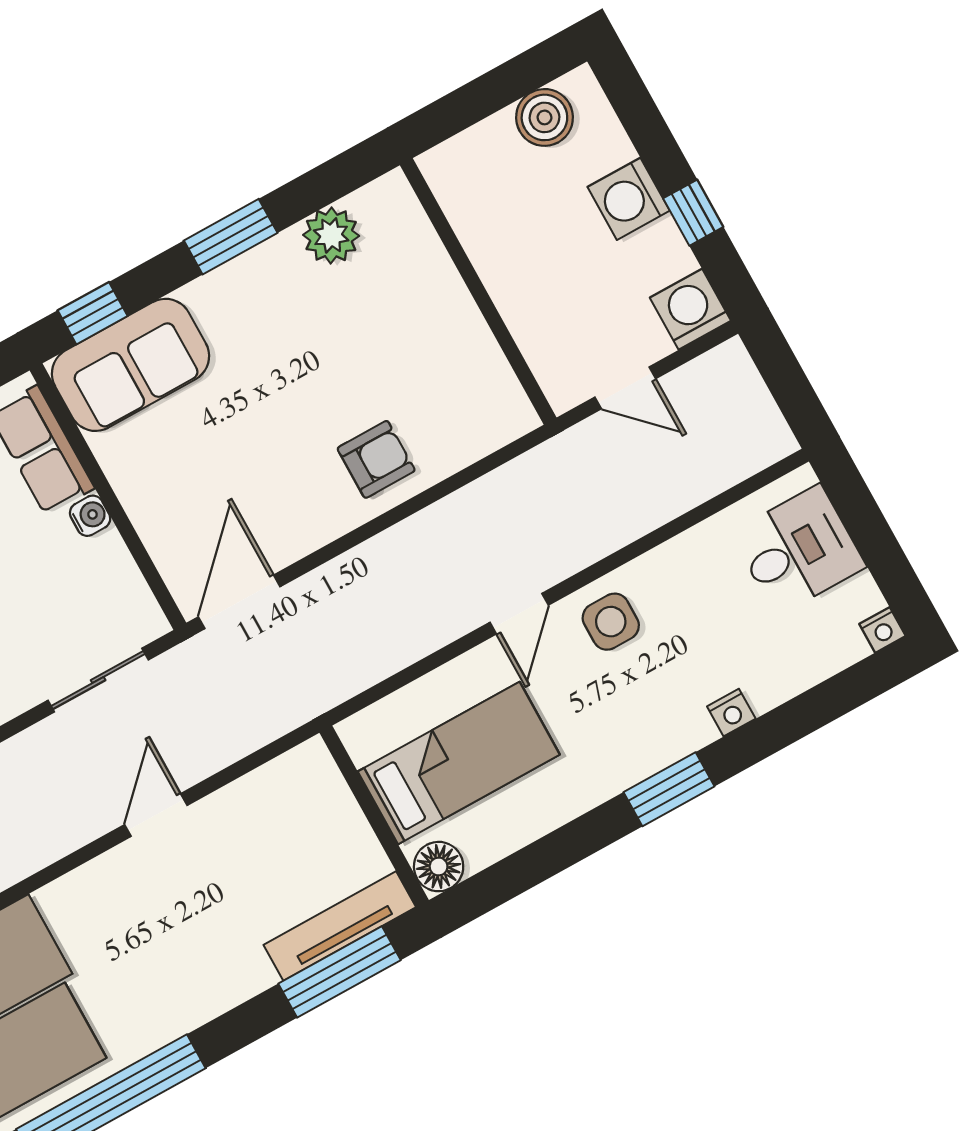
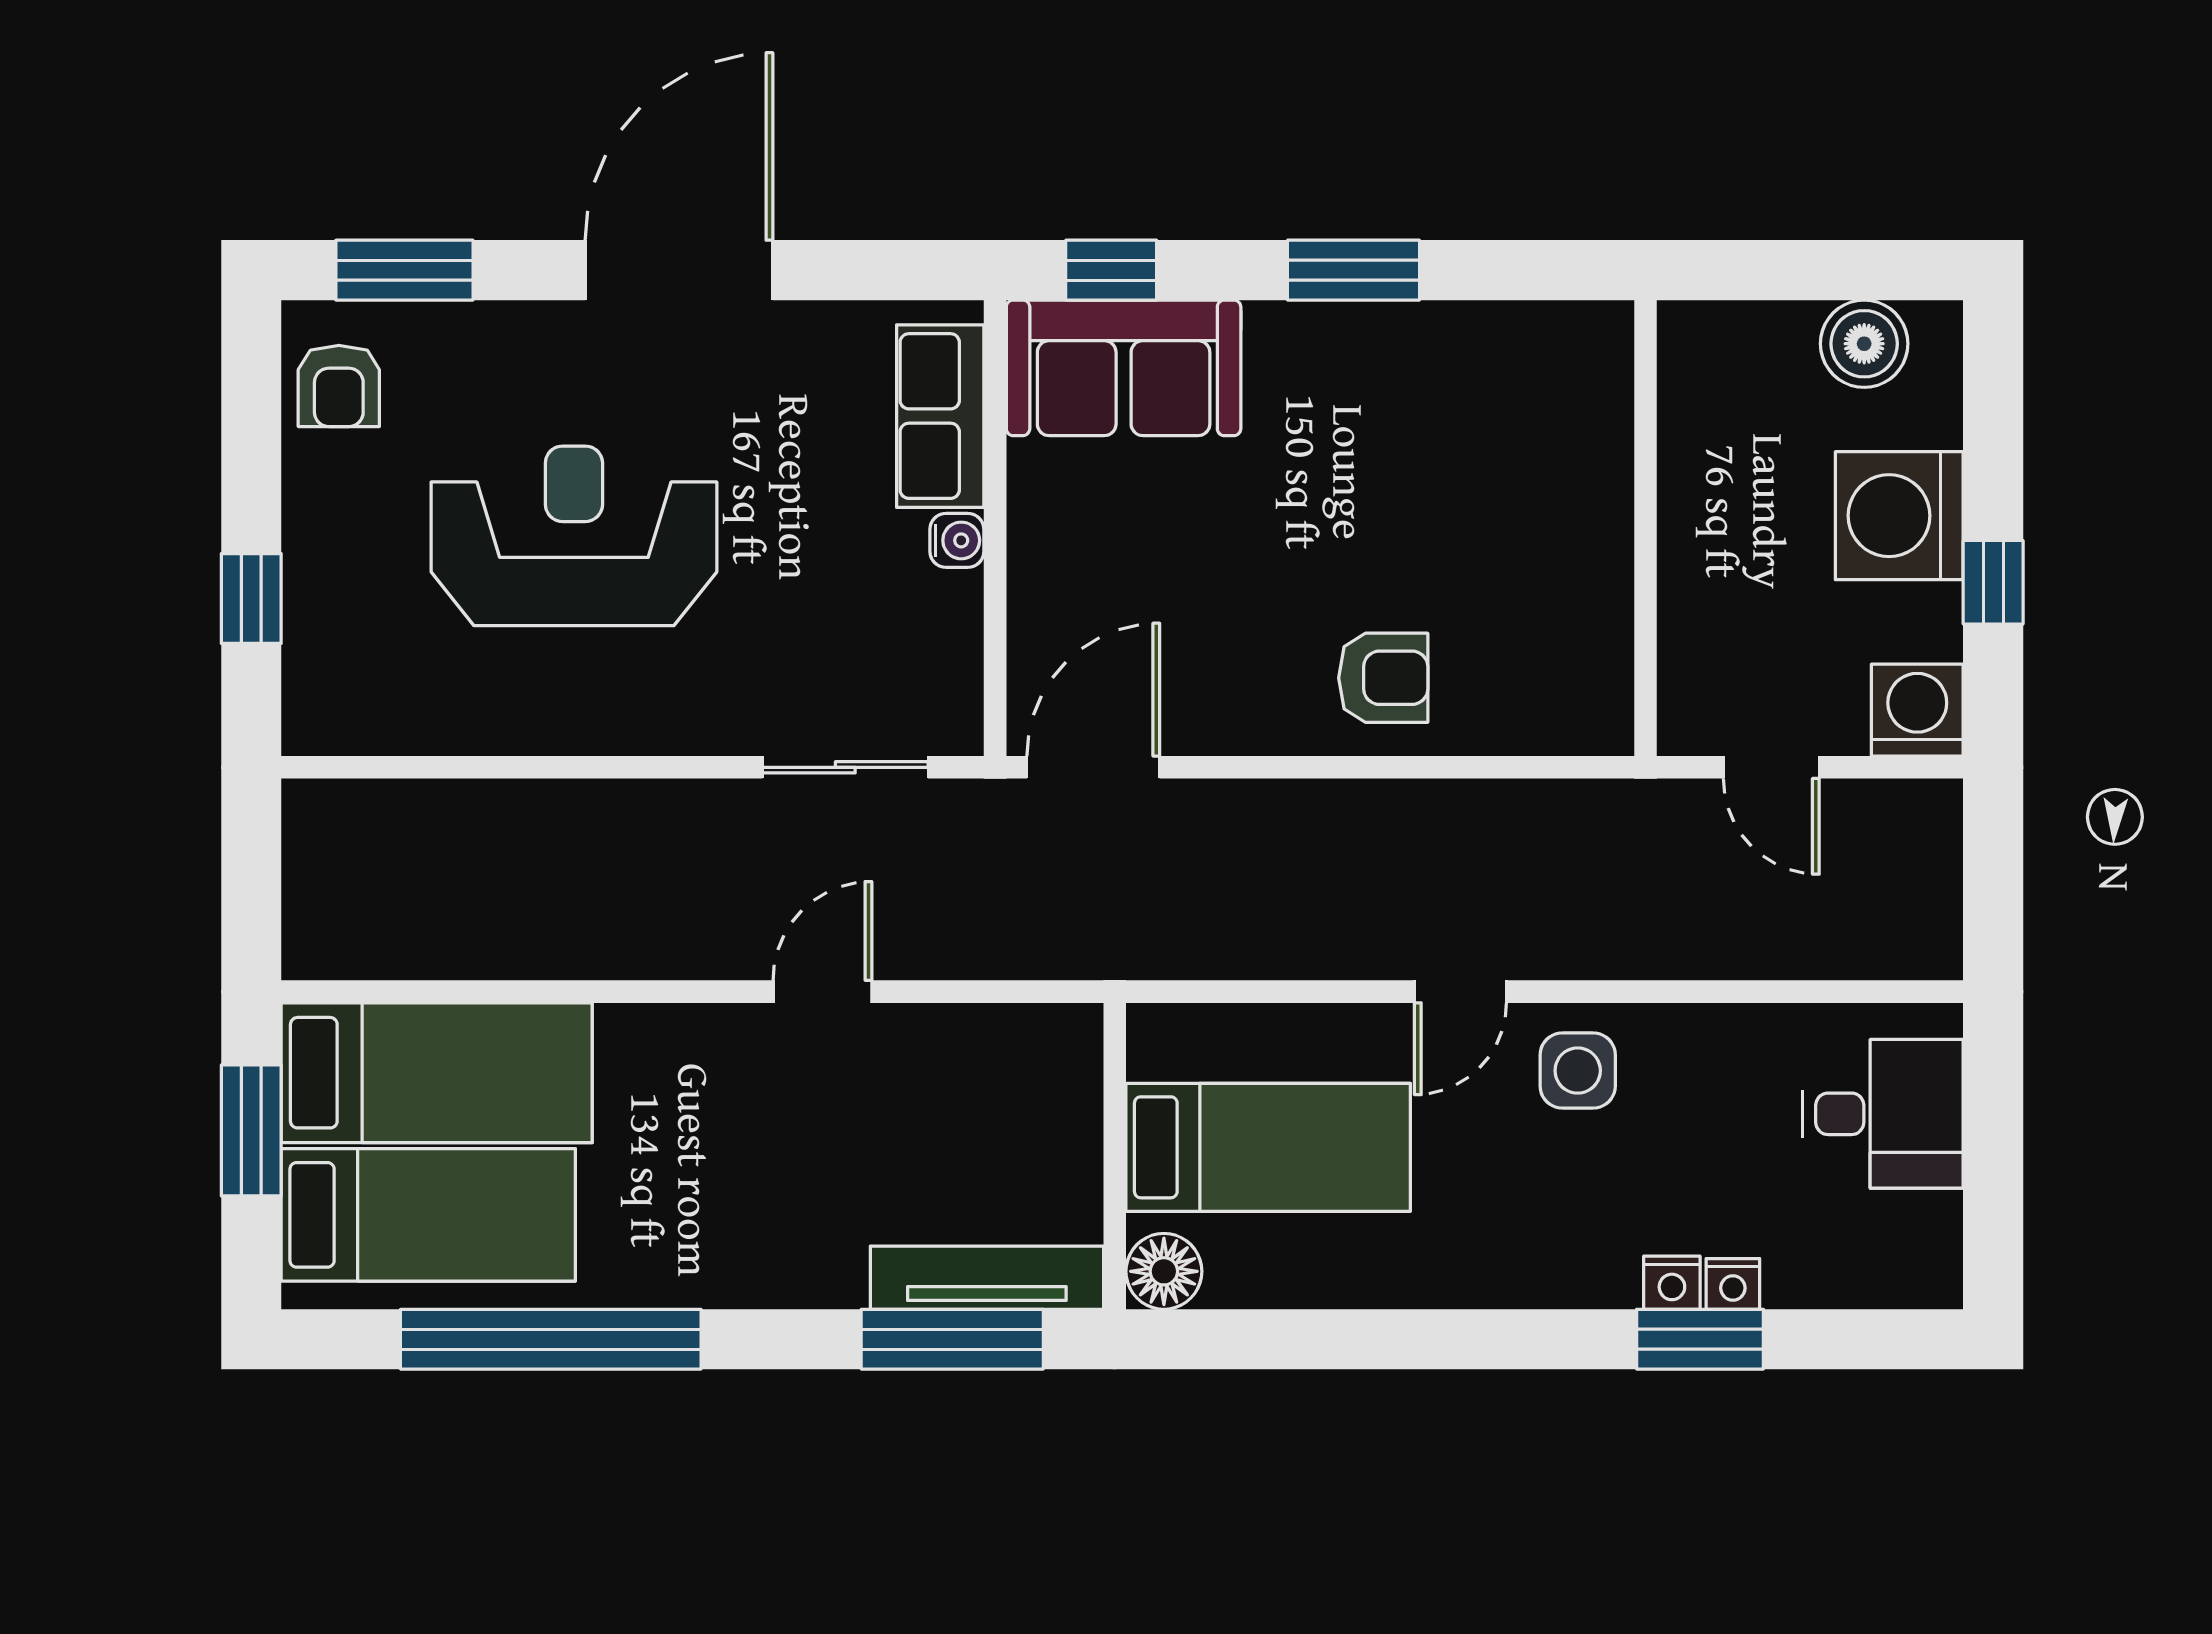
washing machine: (629, 199) -> (1899, 516), width x1.37, depth x1.37
plant: (331, 235) -> (1490, 343), removed
nightstand: (882, 630) -> (1733, 1284), moved
window: (669, 789) -> (1700, 1339), moved

